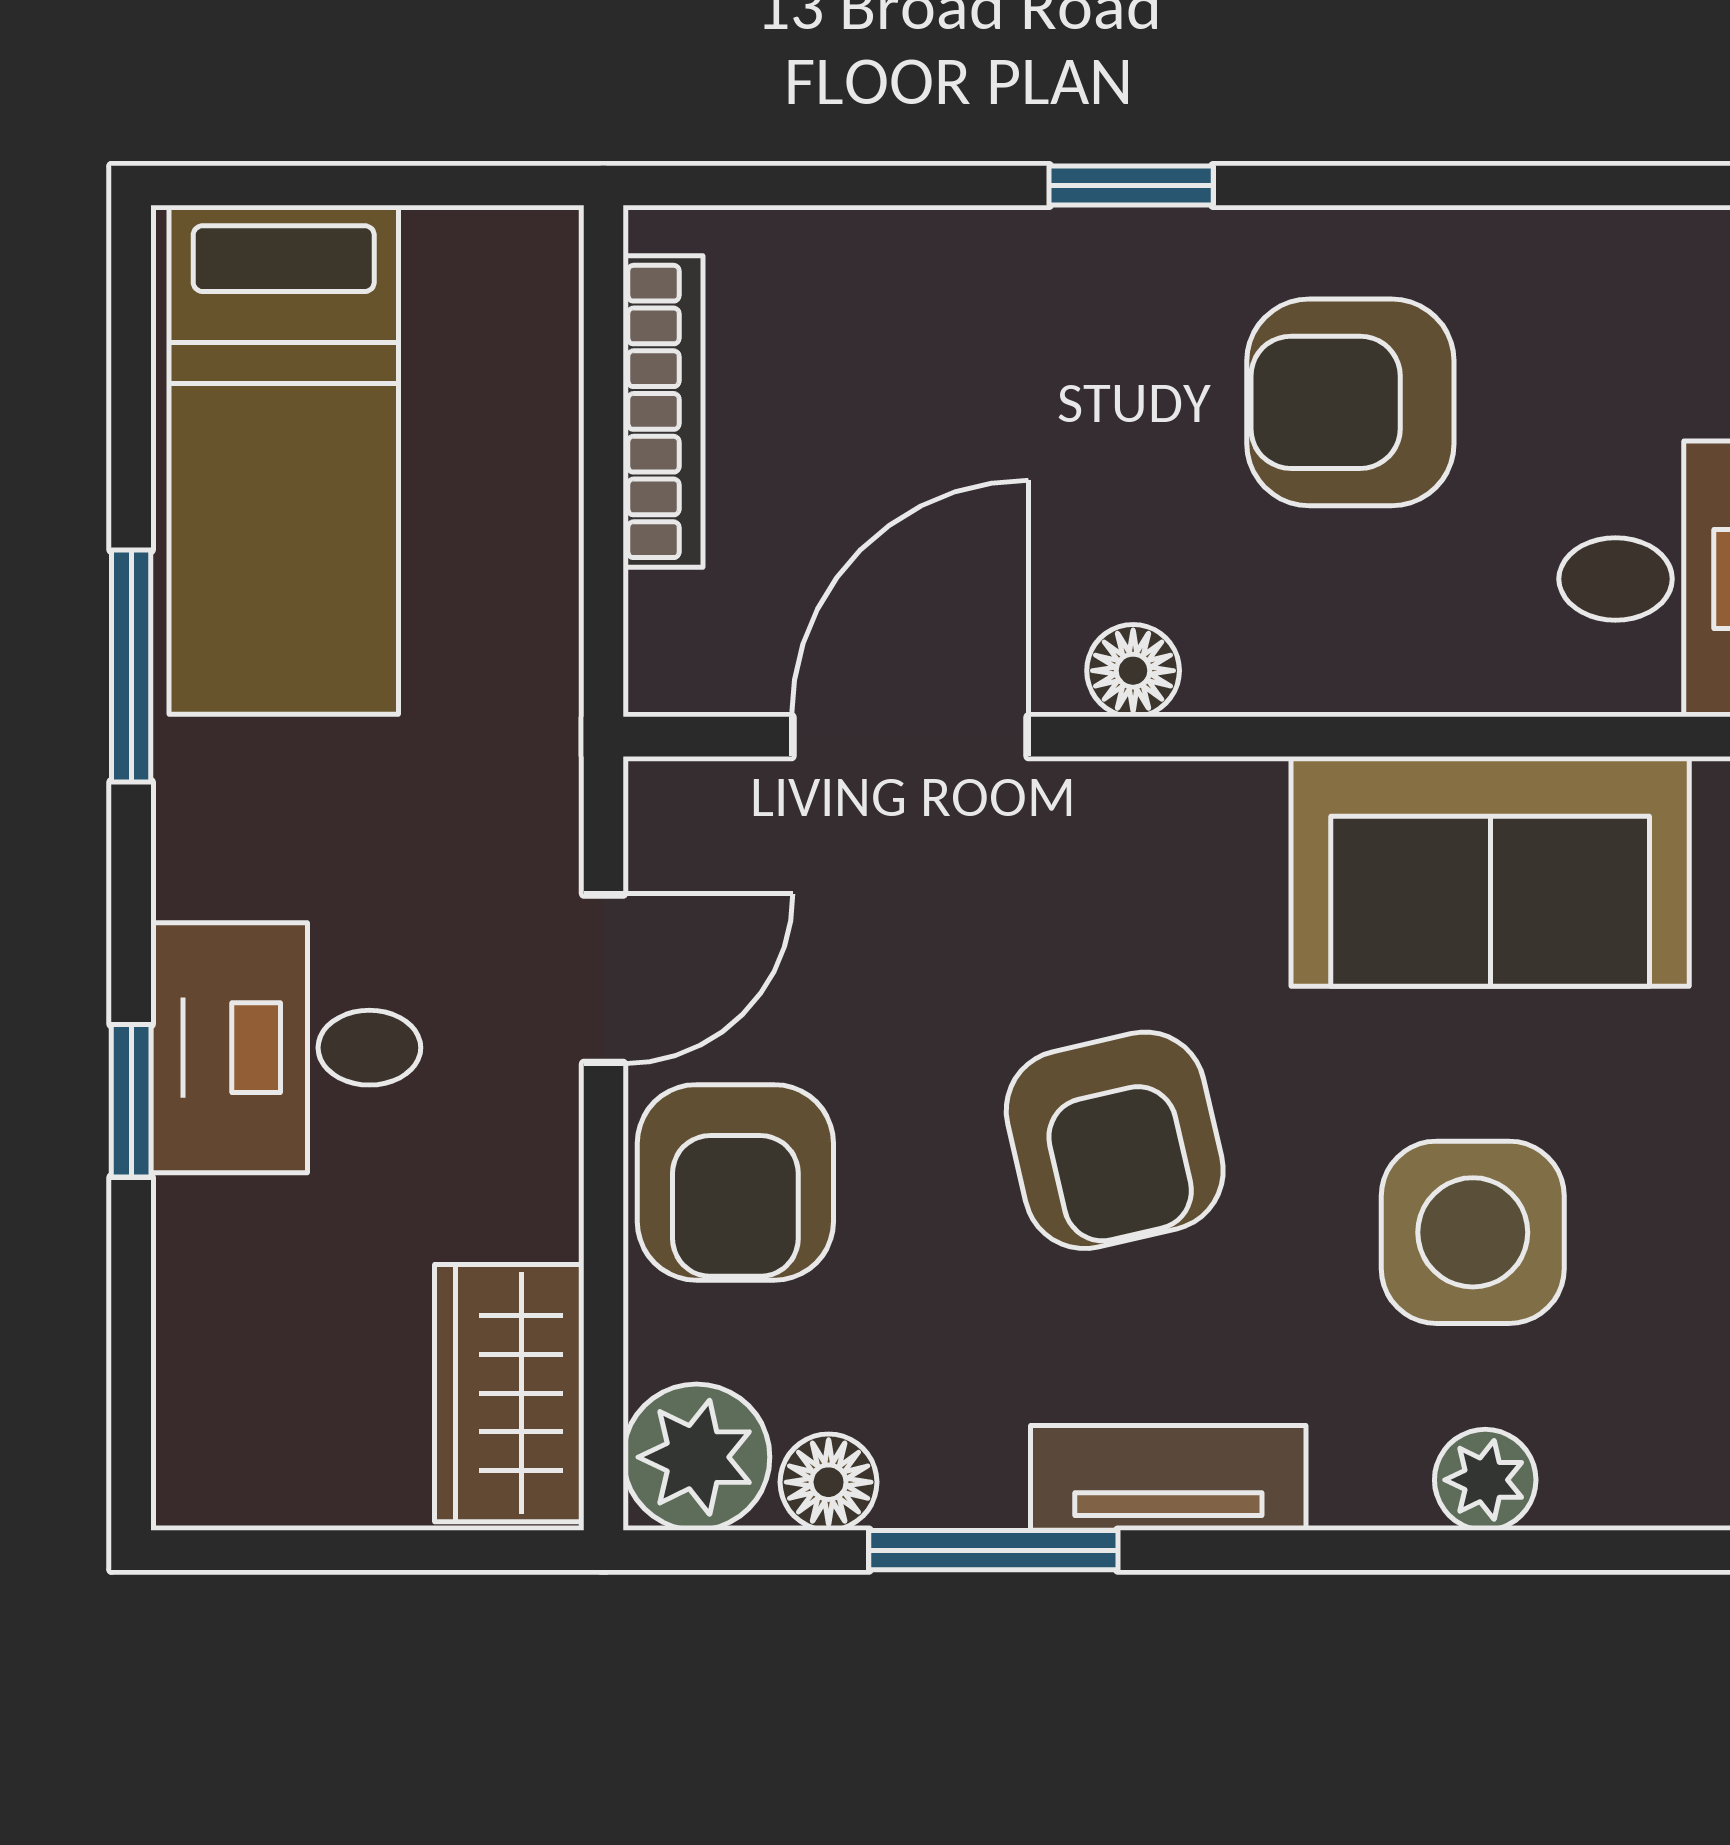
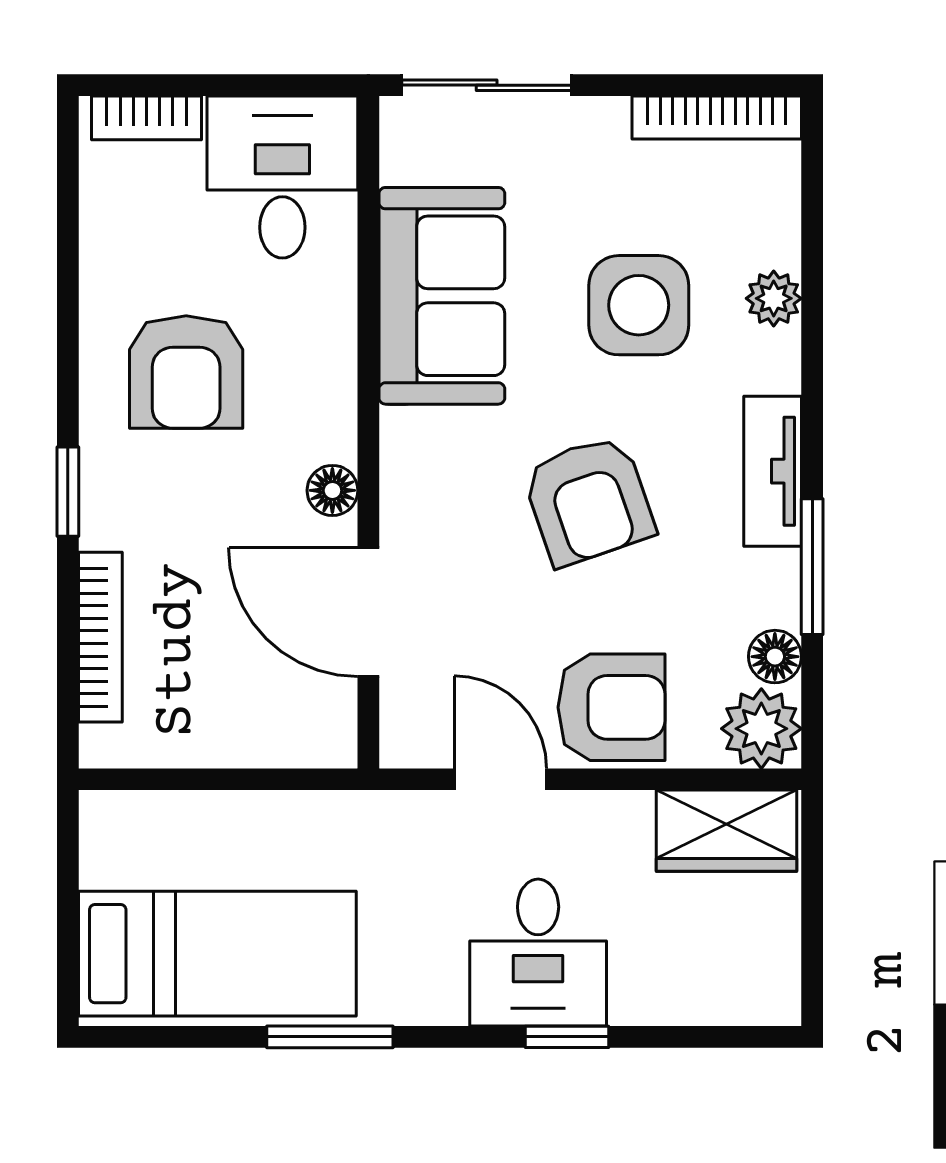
bookcase: (663, 411) -> (100, 637), moved, turned 90
armchair: (1115, 1140) -> (589, 500), turned 84

